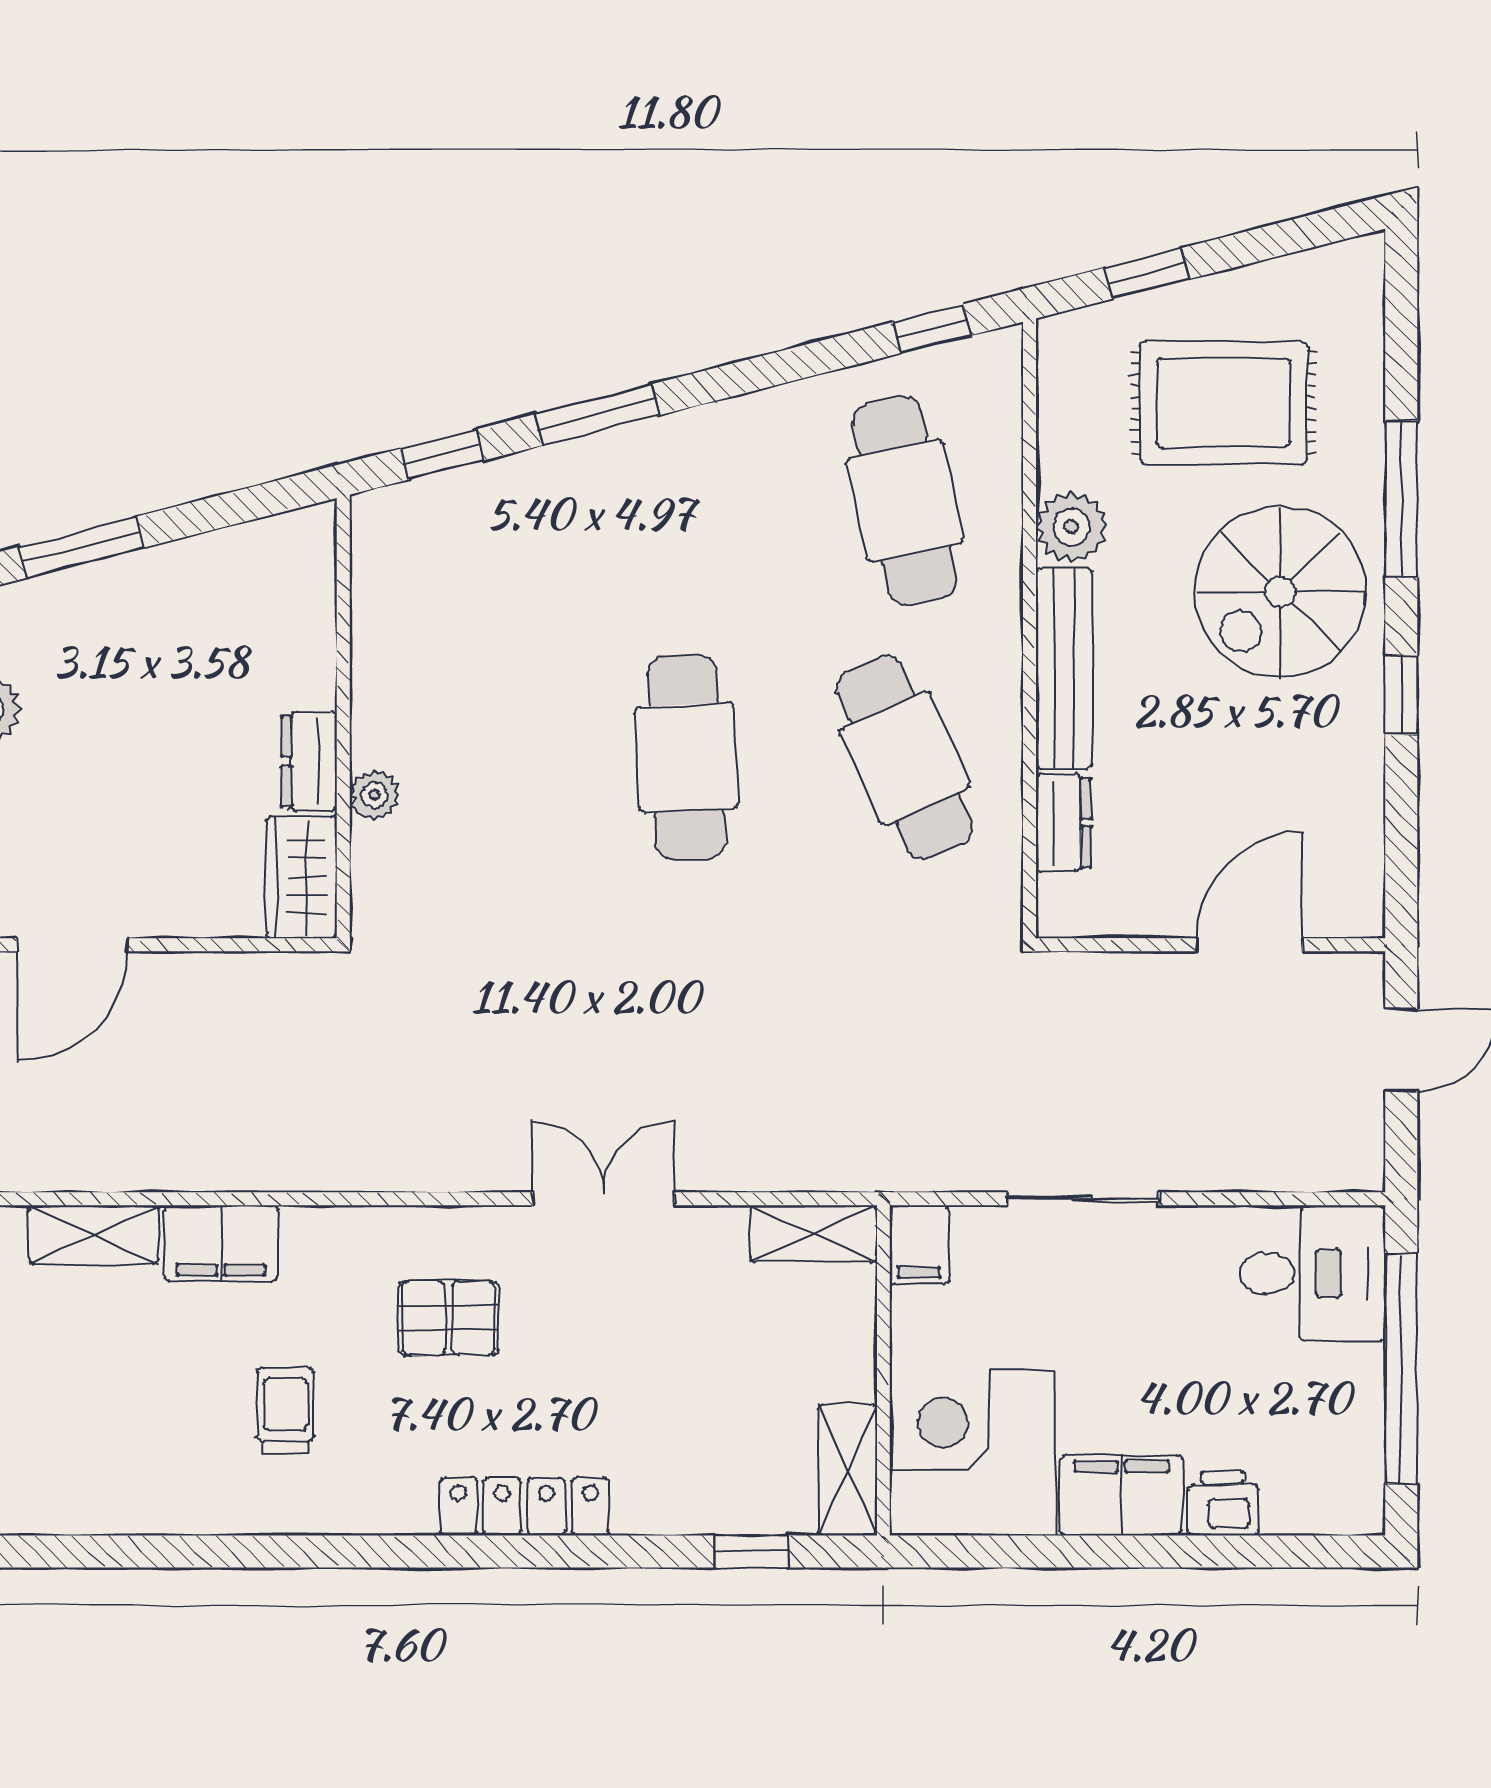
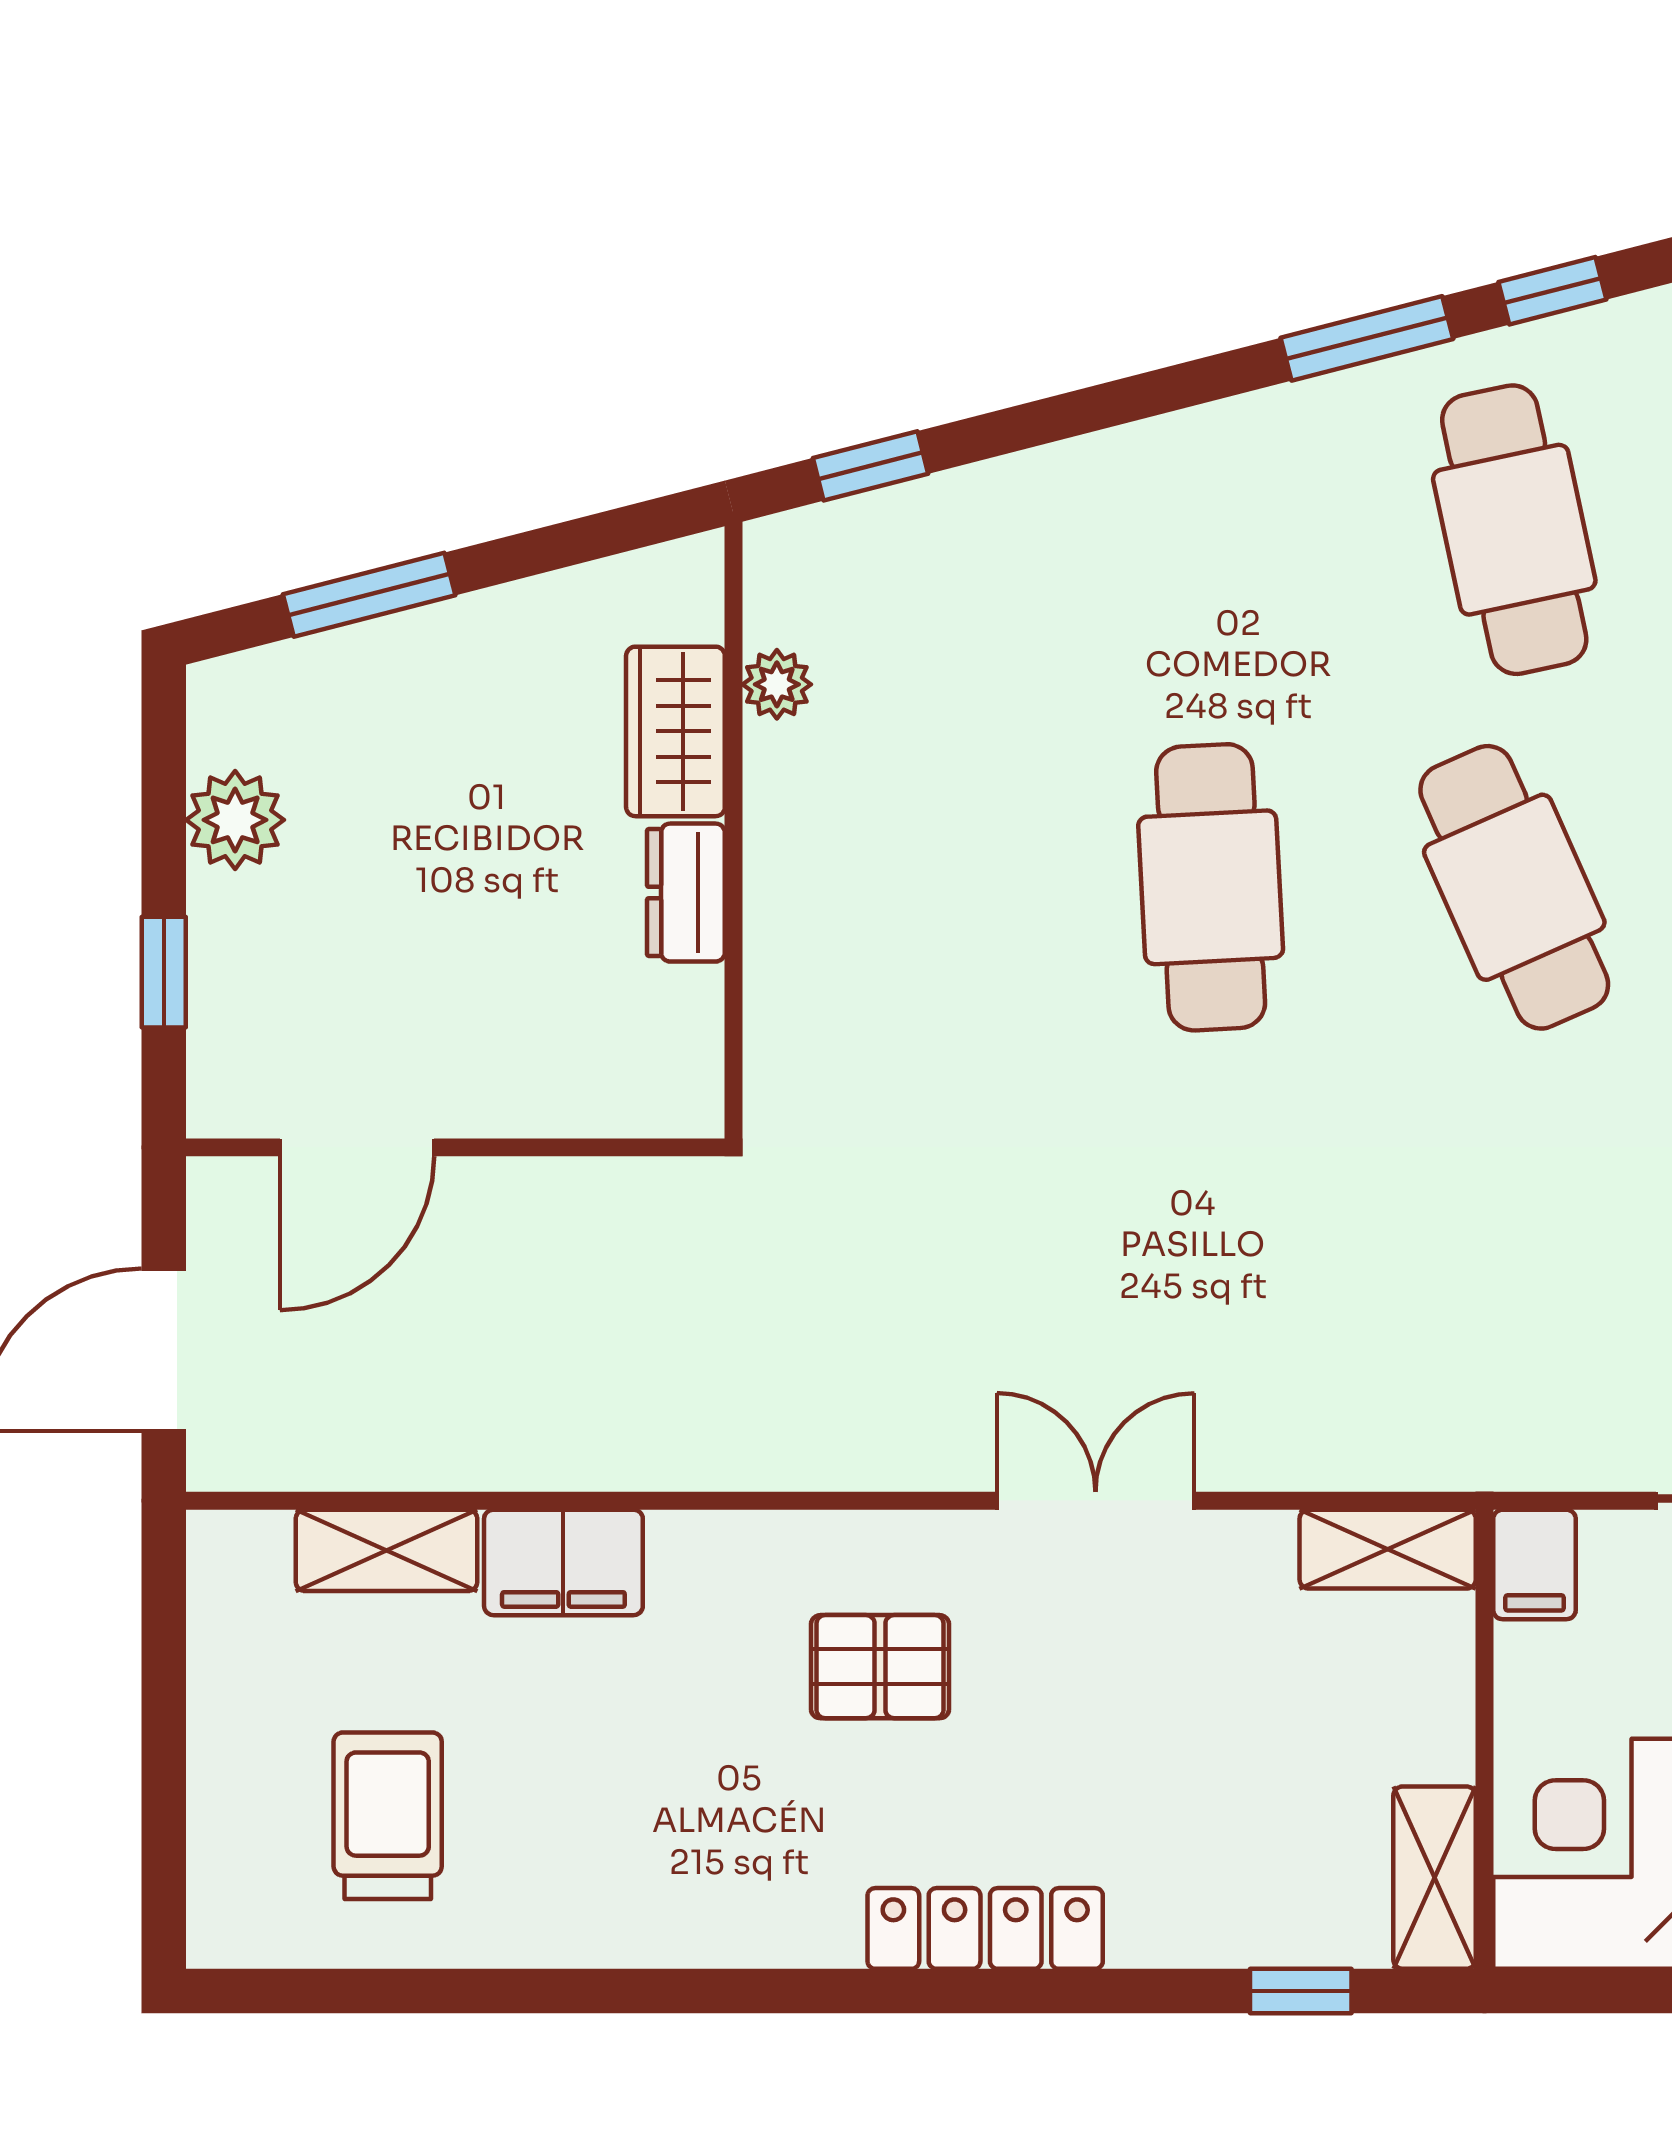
window: (597, 415) -> (1367, 338), moved
plant: (374, 795) -> (777, 684), moved
wardrobe: (302, 877) -> (675, 731), moved
trolley: (285, 1411) -> (388, 1816), moved, width x1.36, depth x1.39

